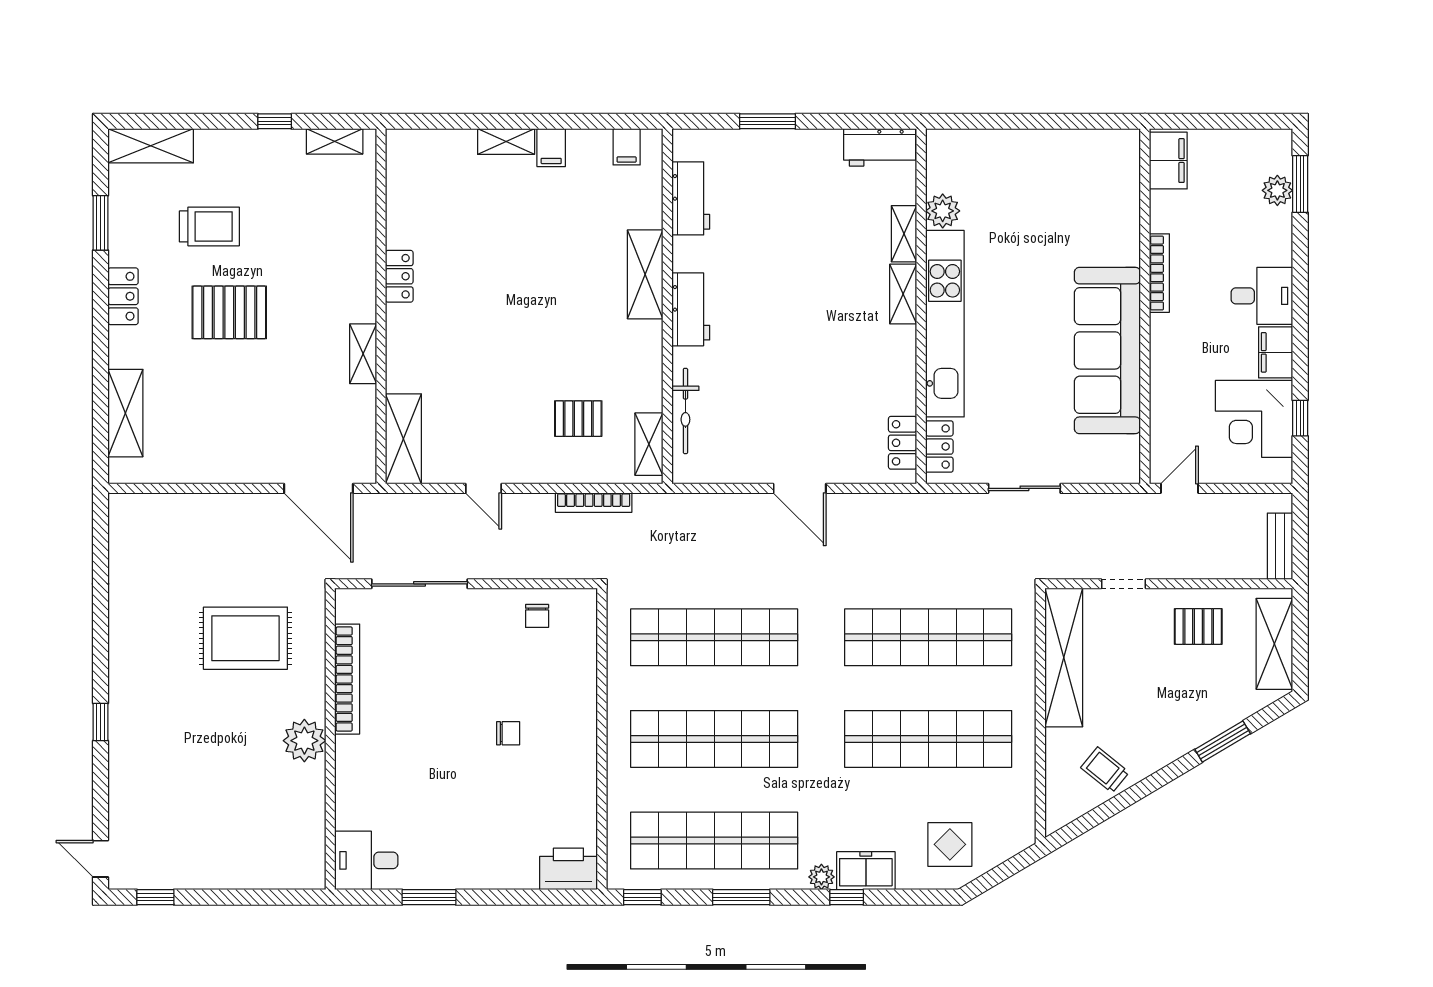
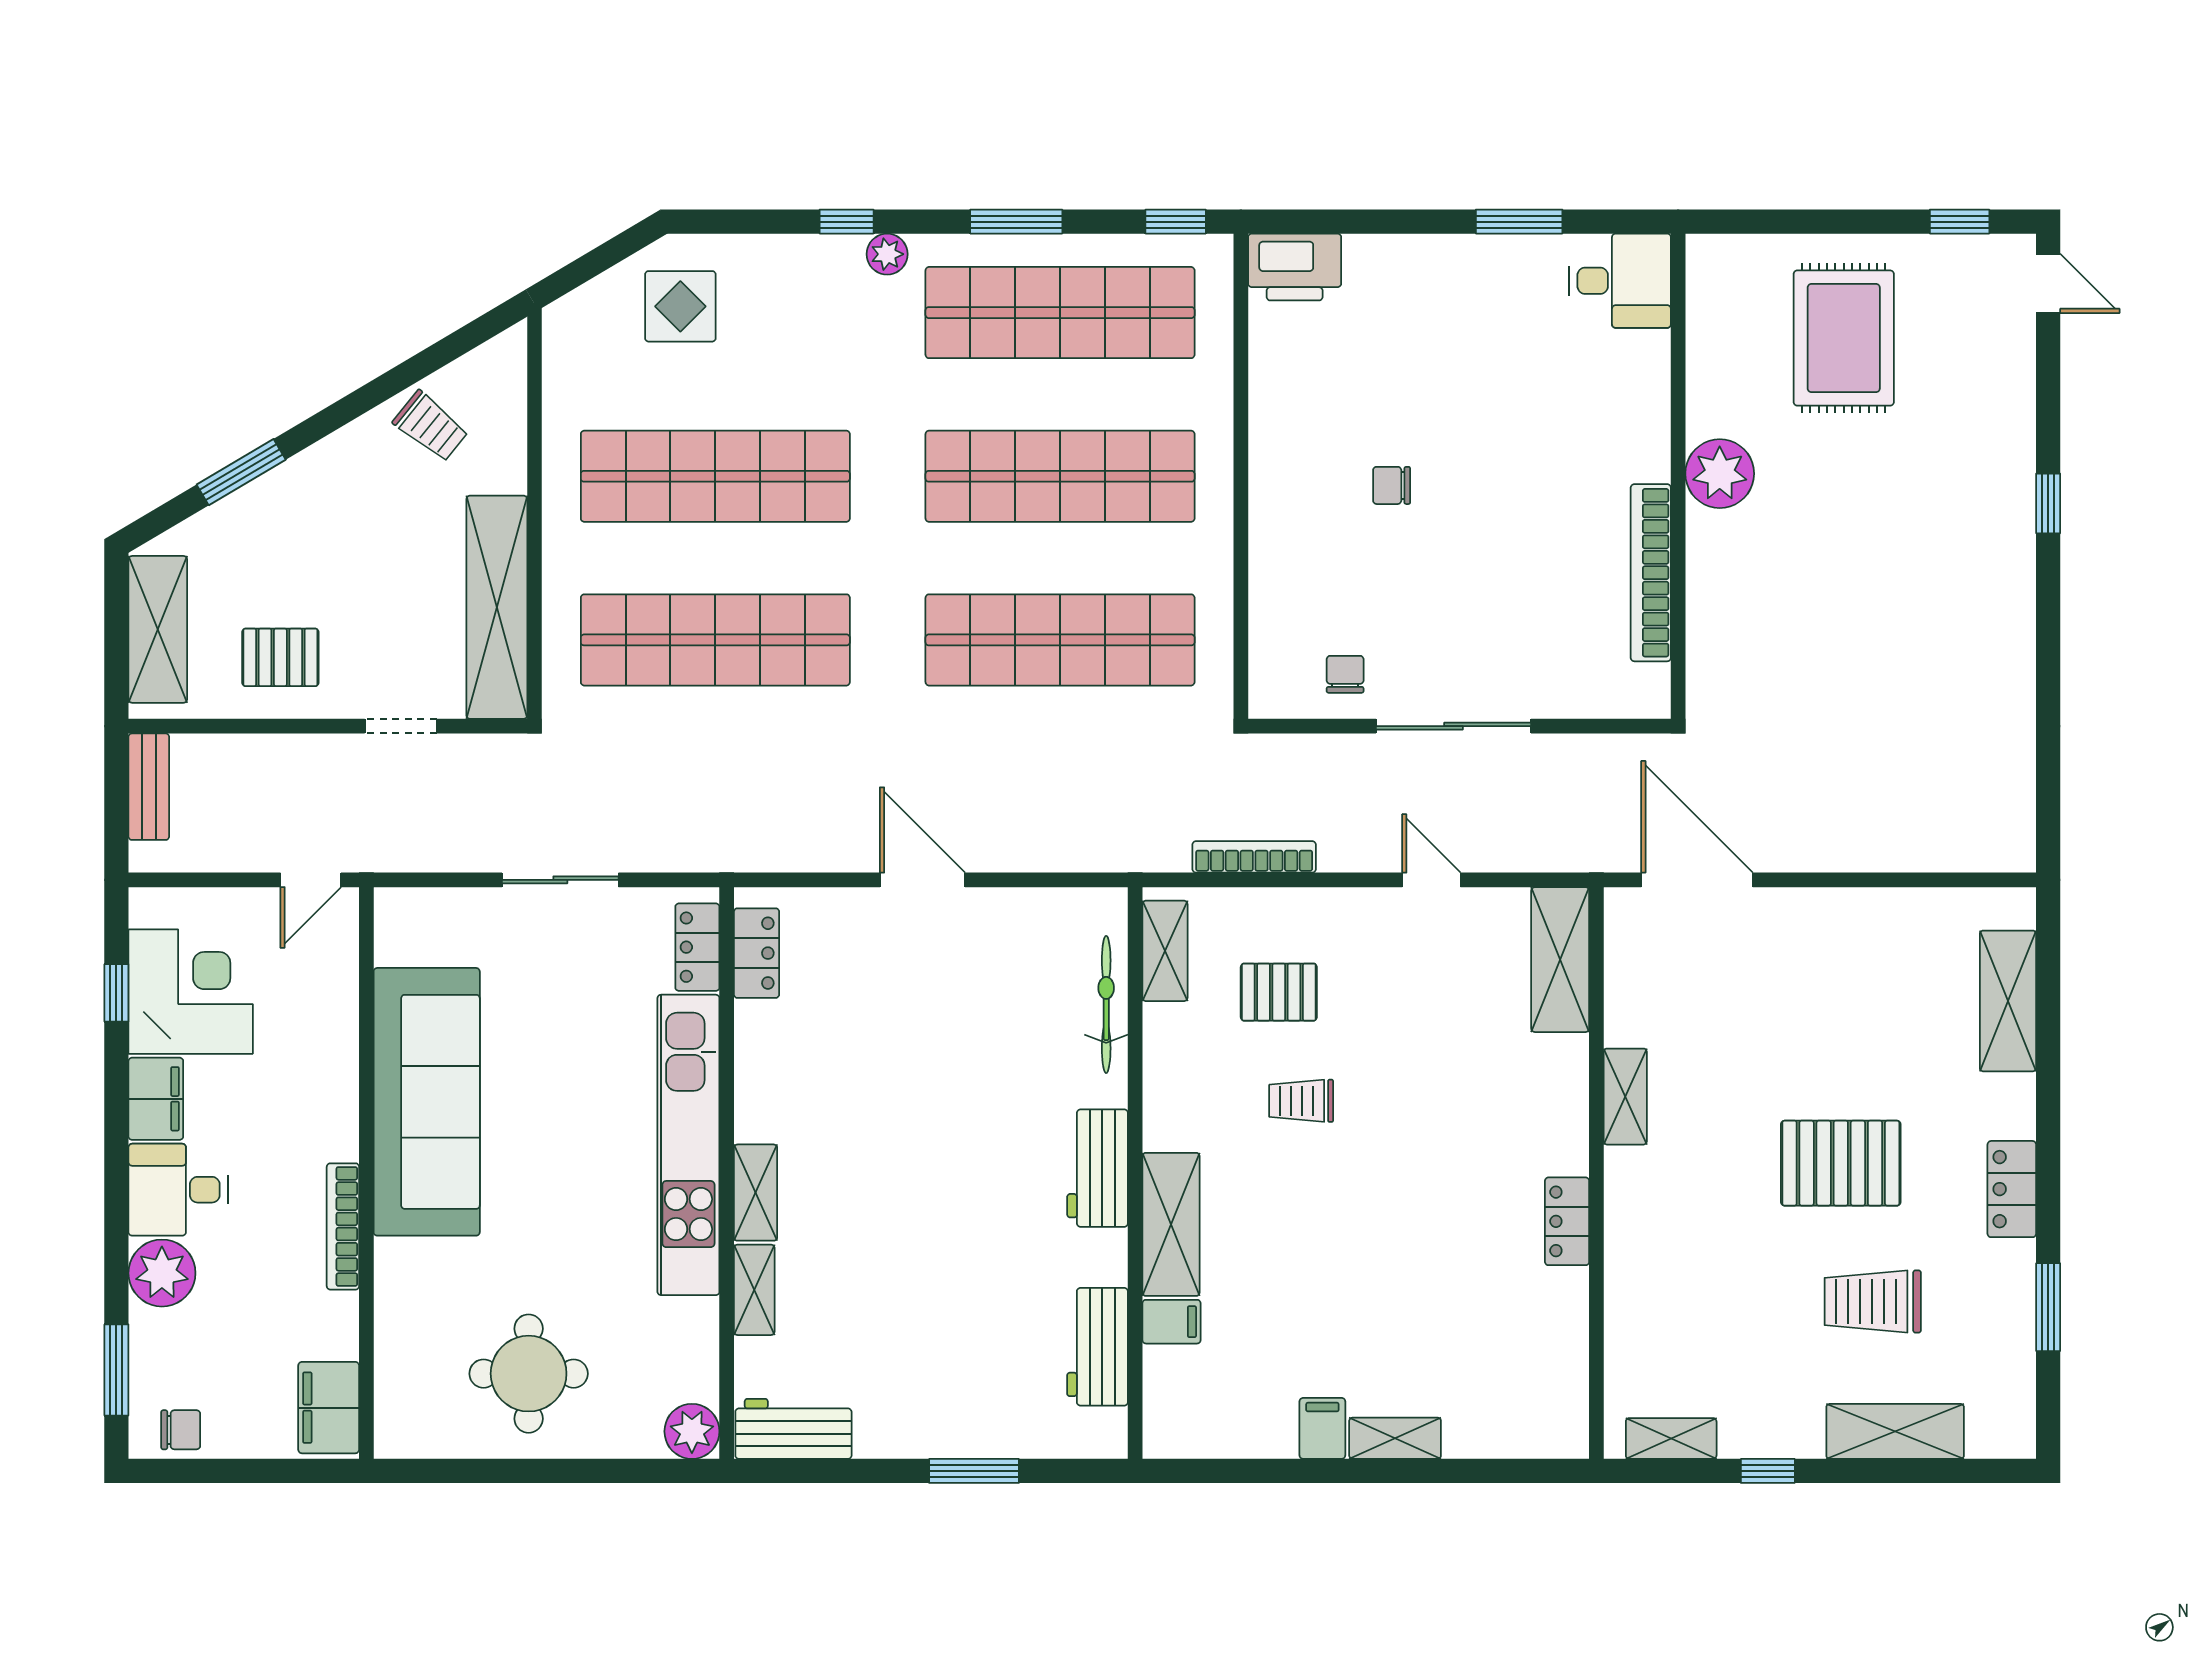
shelving: (151, 146) -> (1895, 1431), moved
filing cabinet: (627, 147) -> (1172, 1322), moved, turned 90
chair: (1260, 147) -> (181, 1430), added
round table: (1044, 182) -> (529, 1374), added
plant: (1277, 190) -> (162, 1273), moved, width x1.36, depth x1.36
plant: (943, 211) -> (692, 1431), moved
trolley: (564, 351) -> (1301, 1101), added
sliding door: (419, 584) -> (1454, 726), moved
rug: (245, 638) -> (1844, 338), moved, turned 90
freezer: (866, 871) -> (816, 264), removed

